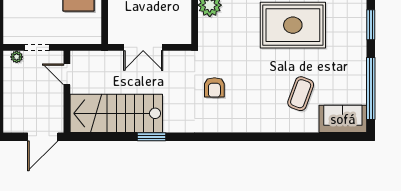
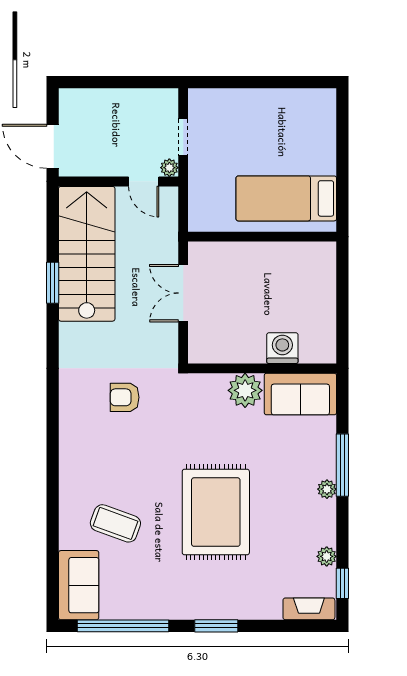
plant: (17, 57) -> (169, 168), moved
door: (67, 74) -> (144, 181), swing flipped
window: (152, 137) -> (53, 283), moved

